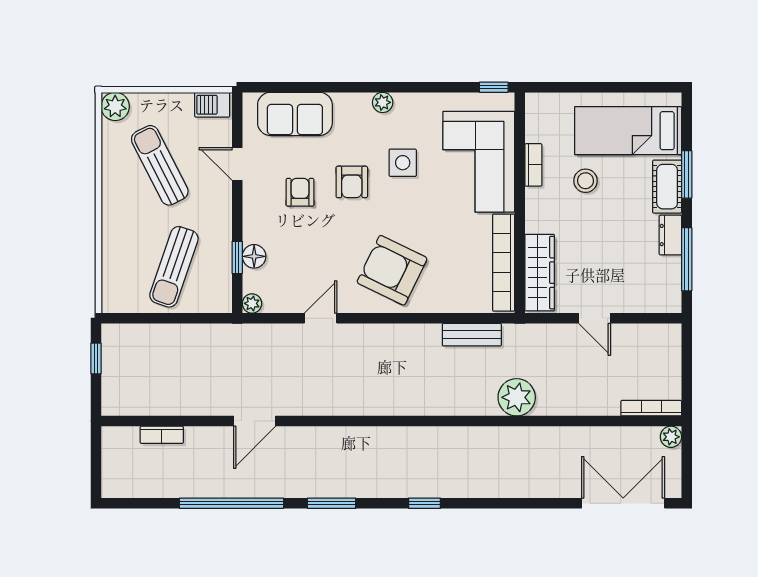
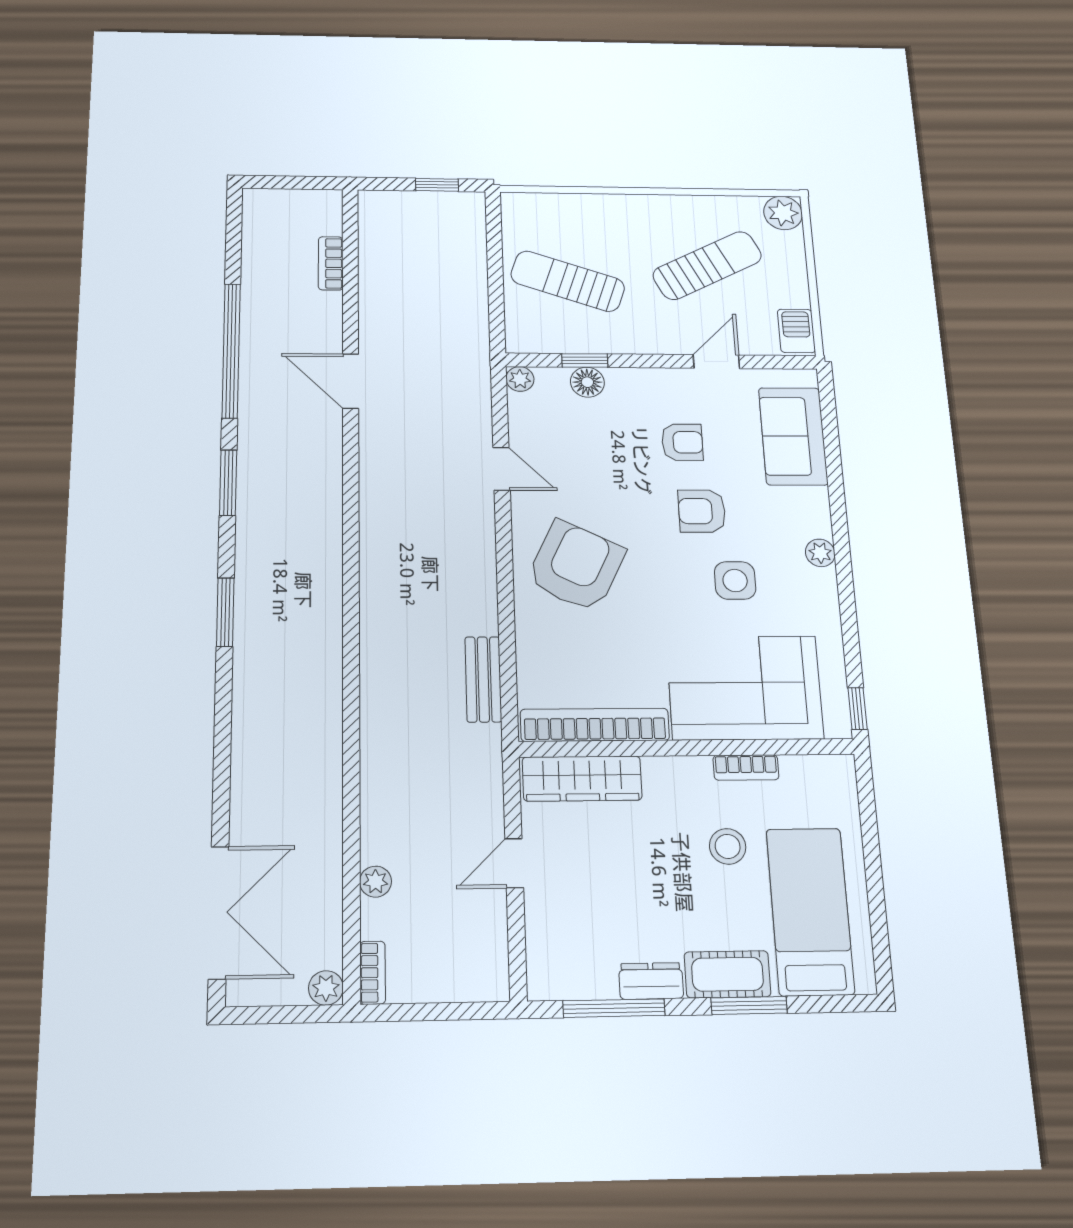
plant: (517, 397) -> (376, 882), moved, width x0.53, depth x0.53
bookcase: (651, 408) -> (373, 973), width x0.64
window: (425, 503) -> (225, 612), width x1.50

